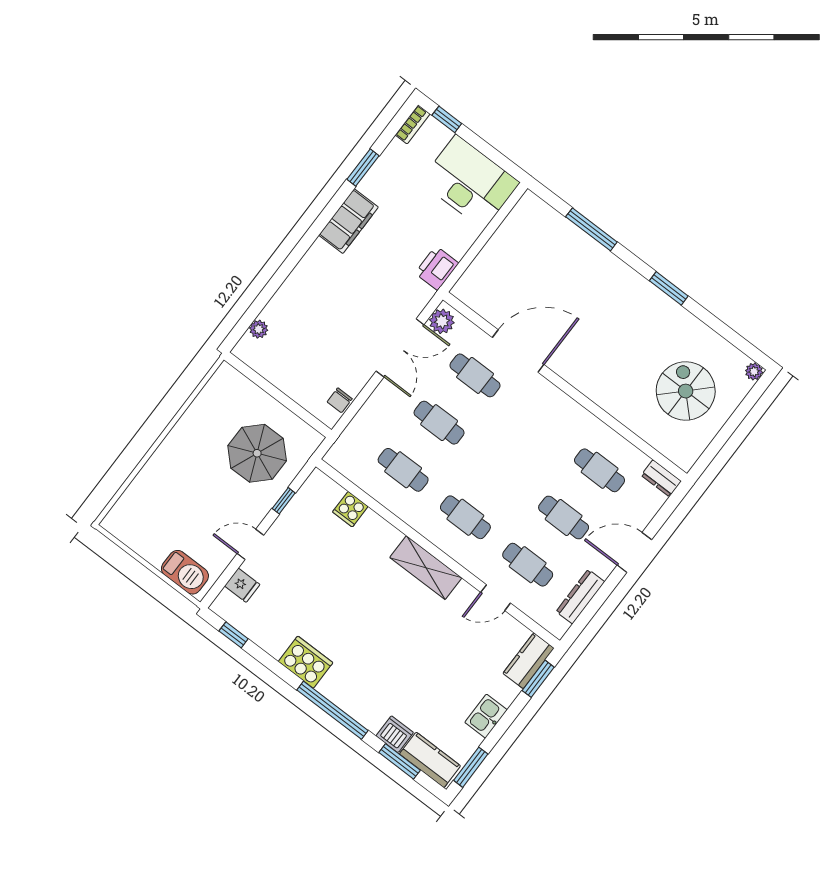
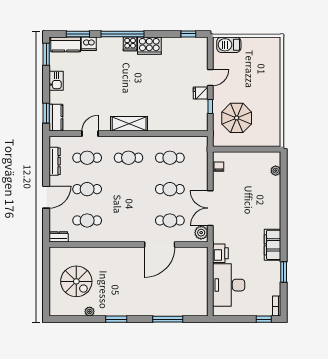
desk: (470, 182) -> (229, 285), moved, turned 90
plant: (754, 371) -> (90, 312), moved
cooker: (350, 509) -> (130, 44), moved, turned 180
fridge: (242, 585) -> (201, 93), moved

